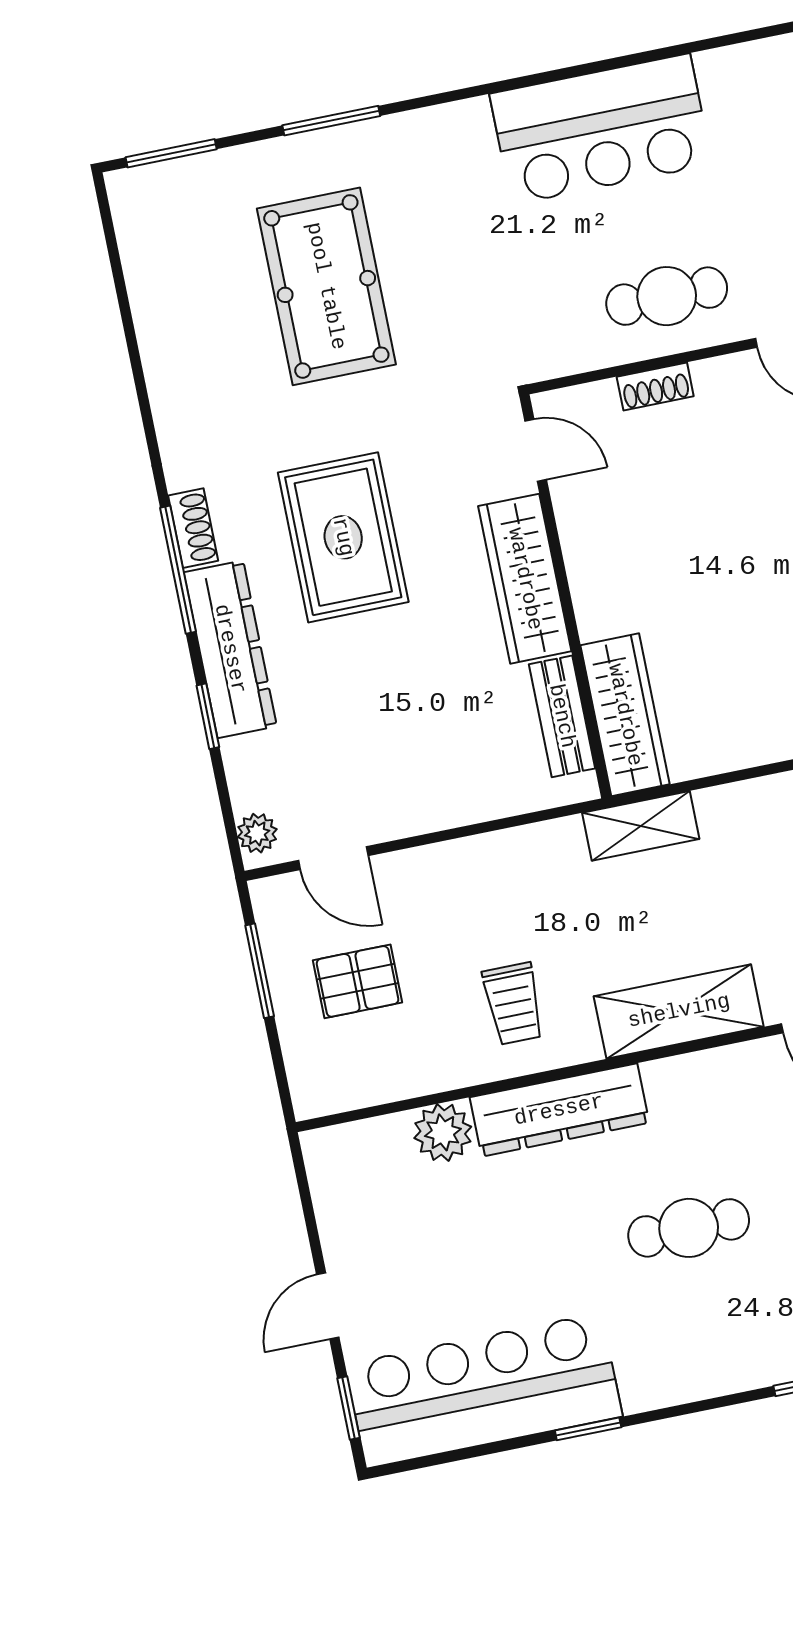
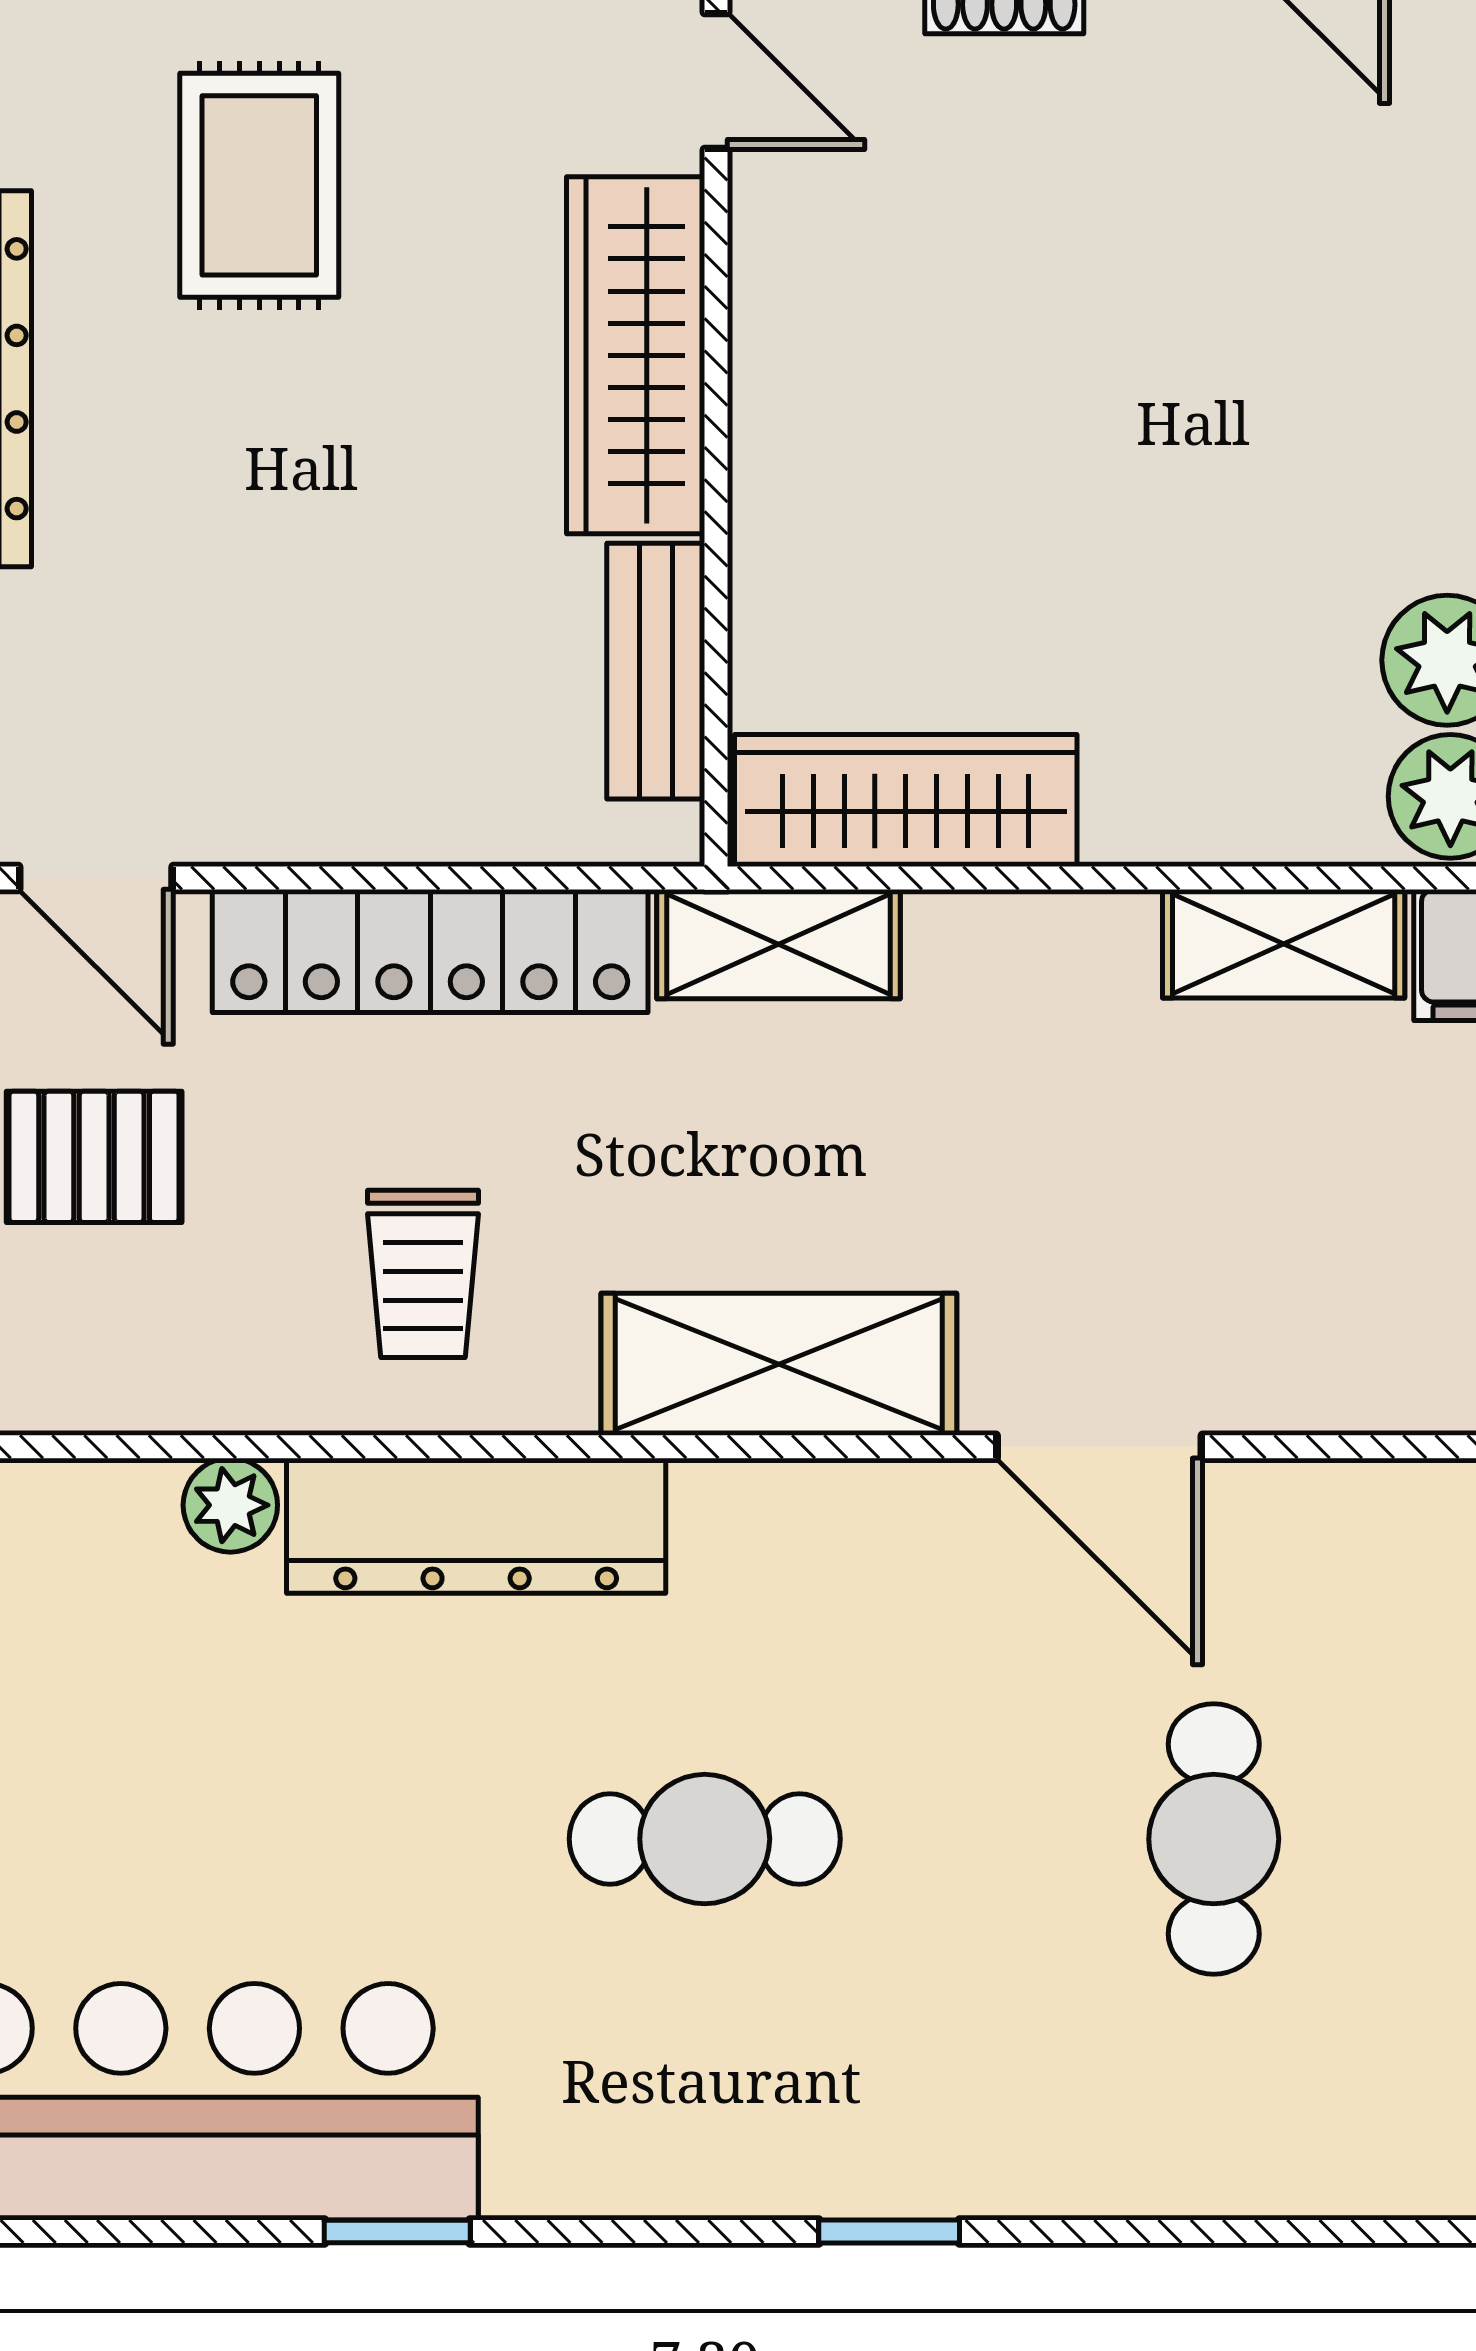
rug: (343, 537) -> (259, 185), width x0.73, depth x0.70
wardrobe: (625, 715) -> (906, 800), moved, turned -90
locker: (488, 860) -> (430, 951), added
plant: (443, 1132) -> (230, 1505), width x0.73, depth x0.73

